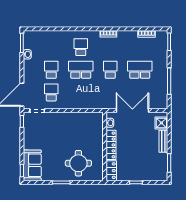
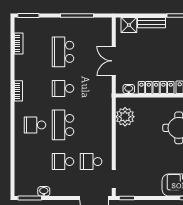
double door: (132, 111) -> (114, 61), width x0.73
plant: (87, 120) -> (125, 117), added

